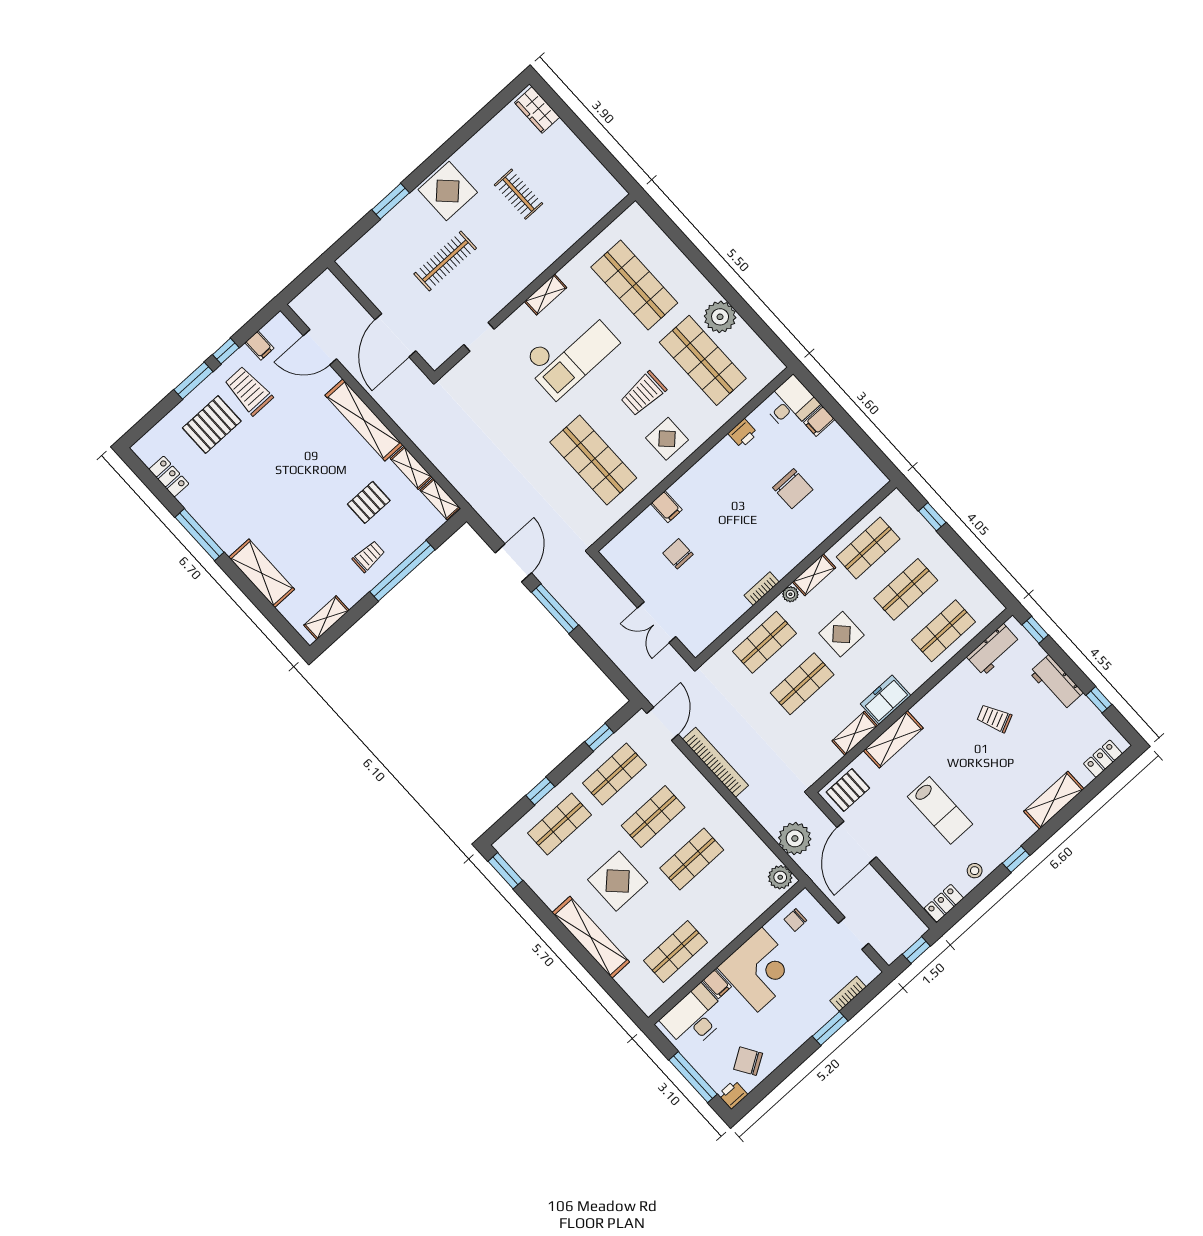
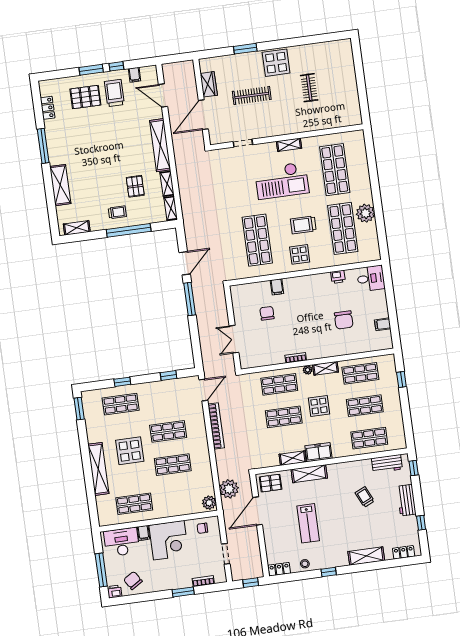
wardrobe: (537, 110) -> (209, 84), moved, turned 180
filing cabinet: (819, 421) -> (383, 324), moved
pallet: (369, 502) -> (135, 186), turned 90
shop shelf: (614, 774) -> (164, 398), removed

